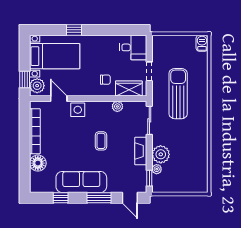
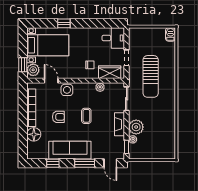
sun lounger: (178, 94) -> (151, 76), turned 180
armchair: (67, 142) -> (58, 117), added

